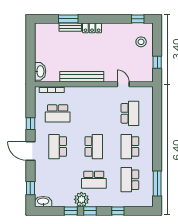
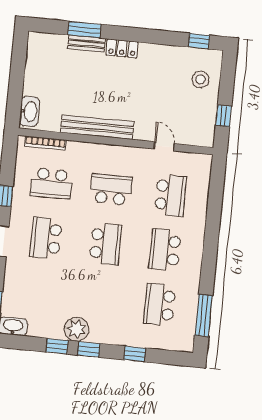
school desk: (94, 180) -> (111, 189), moved, turned 180

